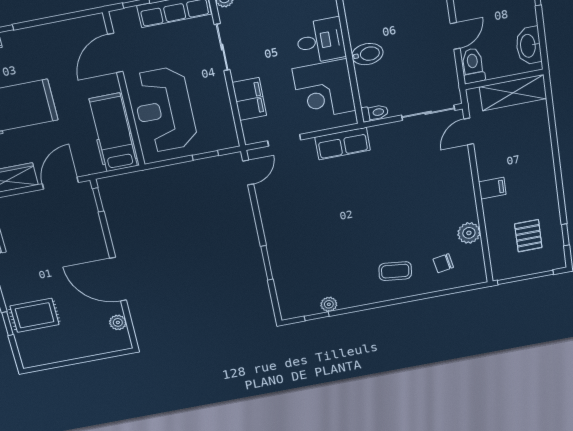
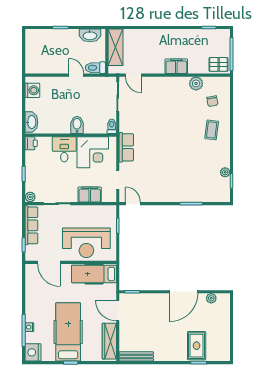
filing cabinet: (492, 188) -> (176, 66), width x2.00
pallet: (528, 236) -> (219, 64), moved

